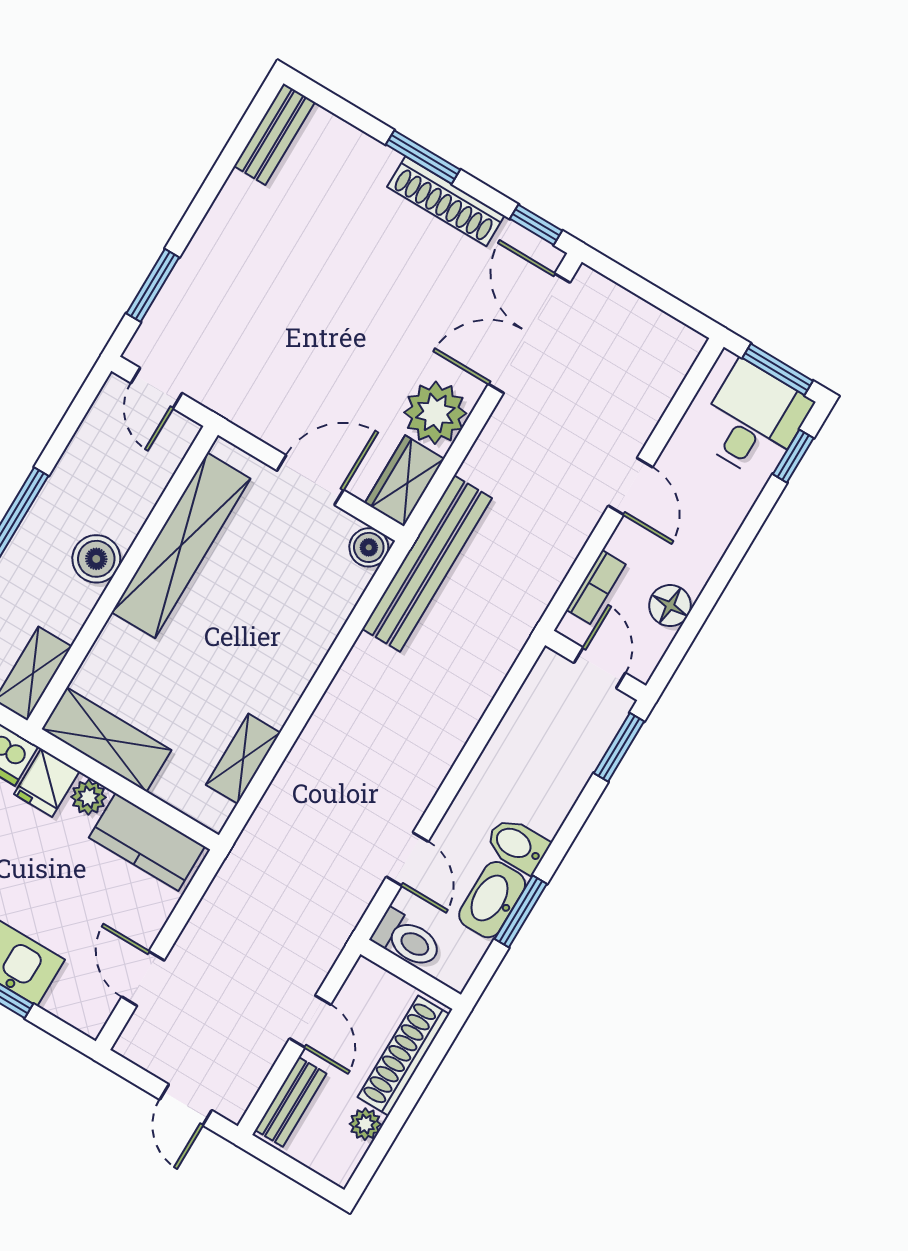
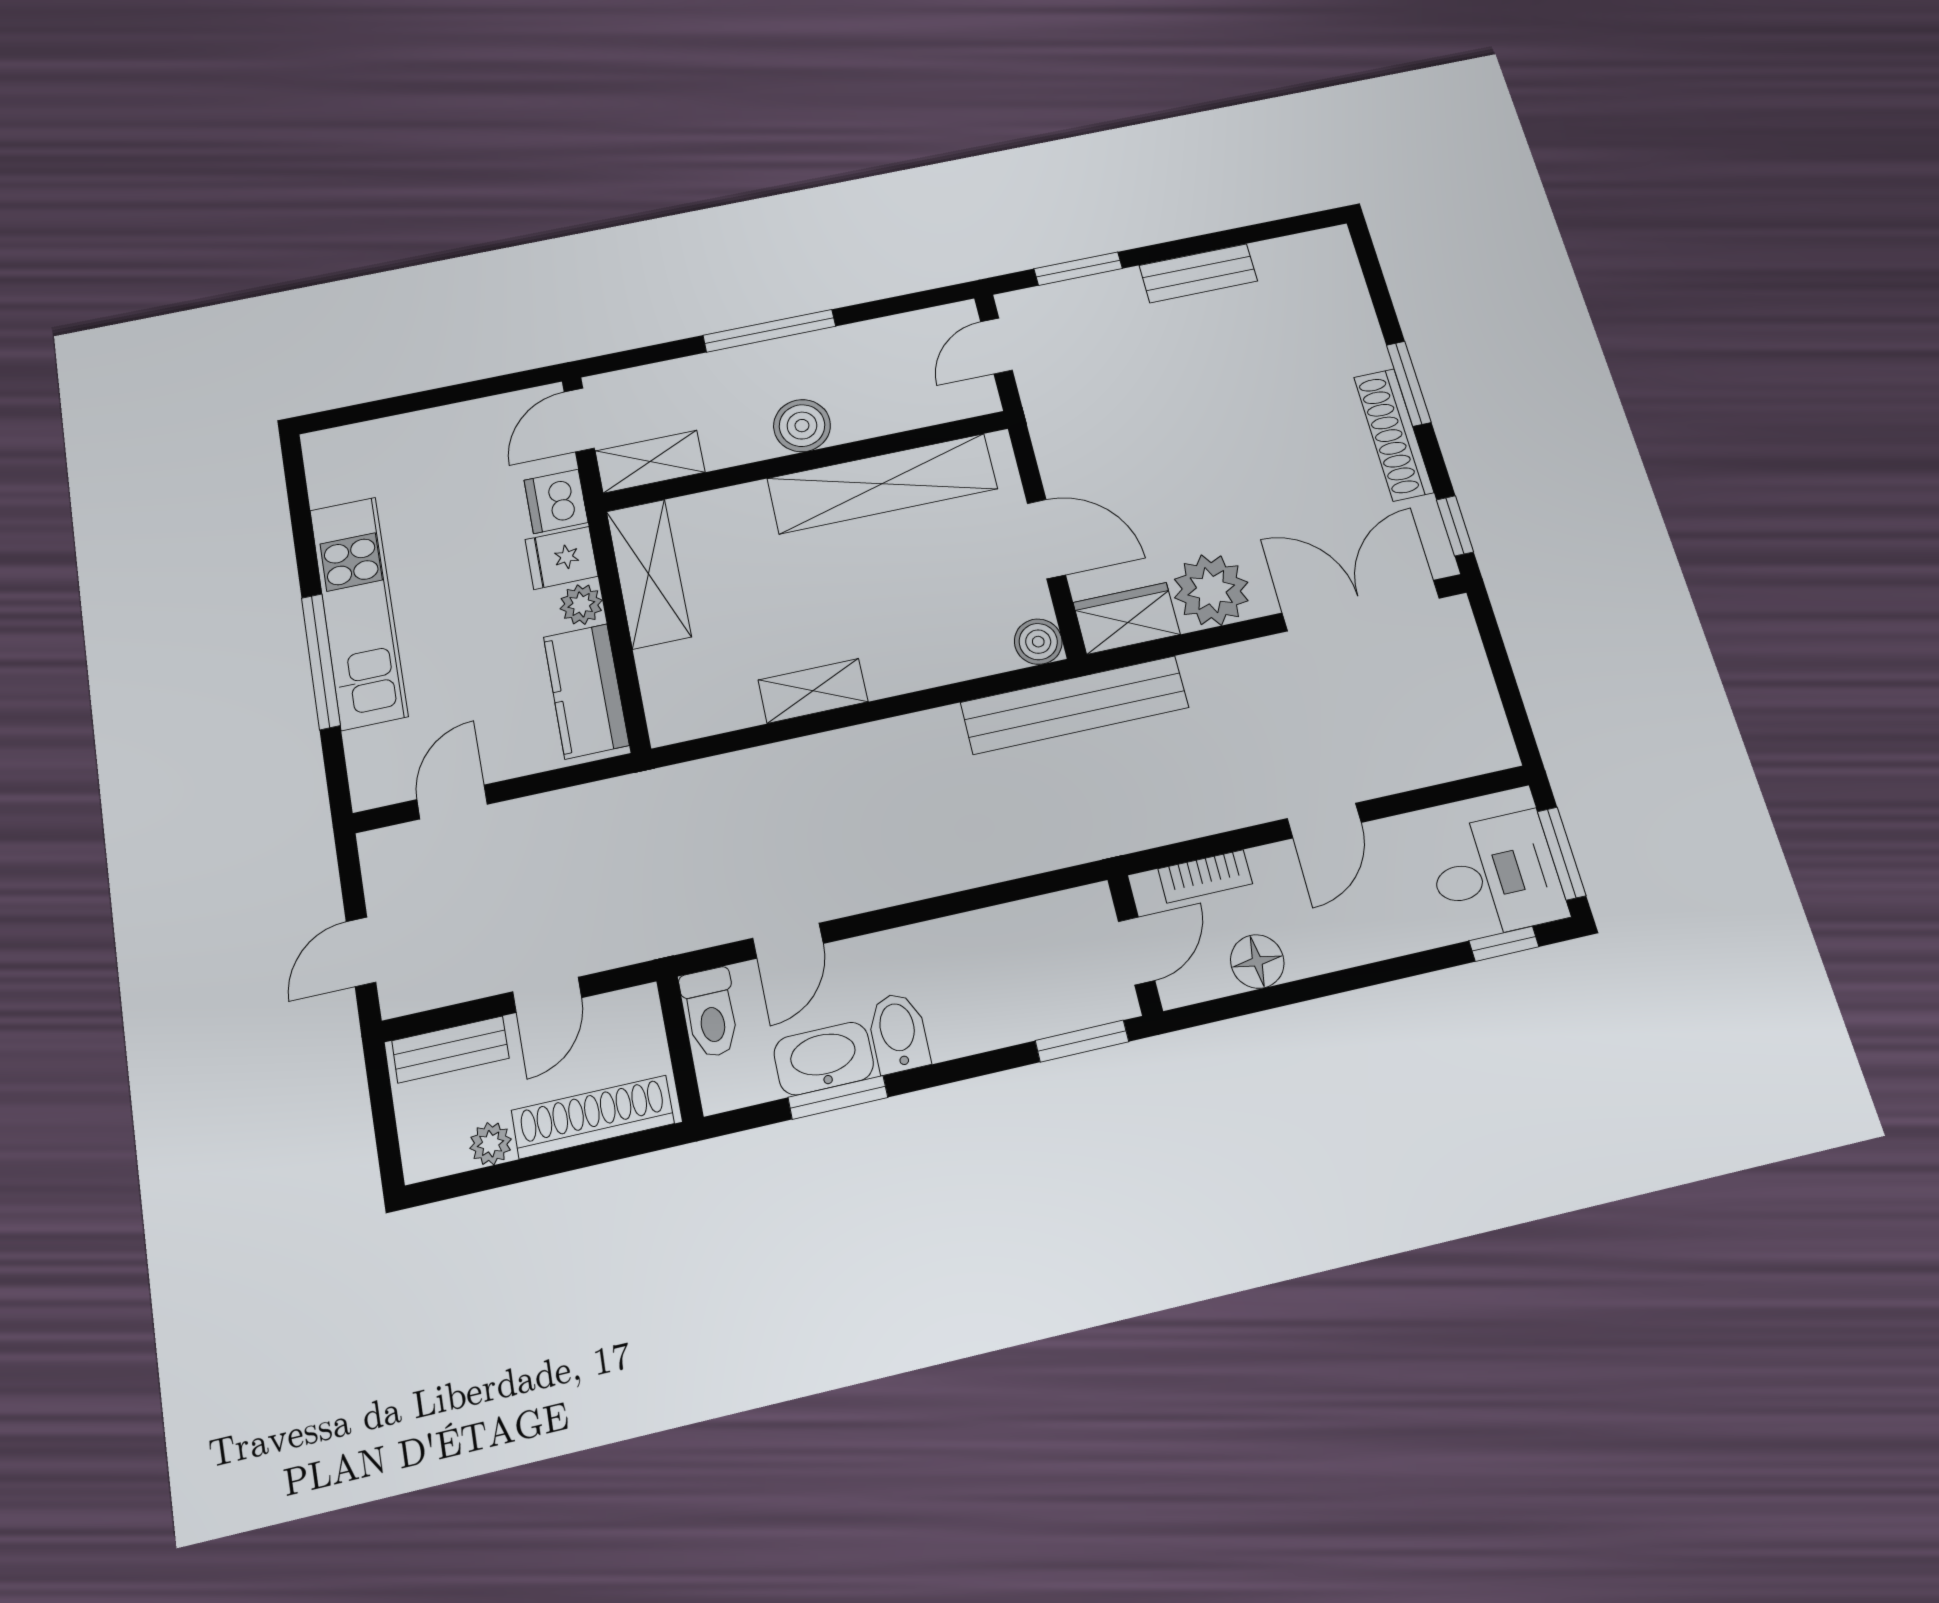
bench: (274, 134) -> (1198, 273), moved
shelving: (243, 759) -> (813, 691), moved

